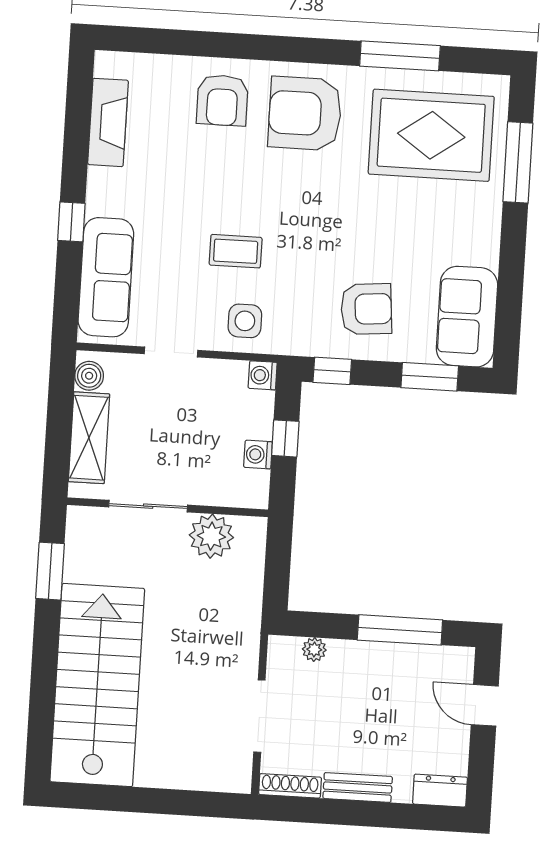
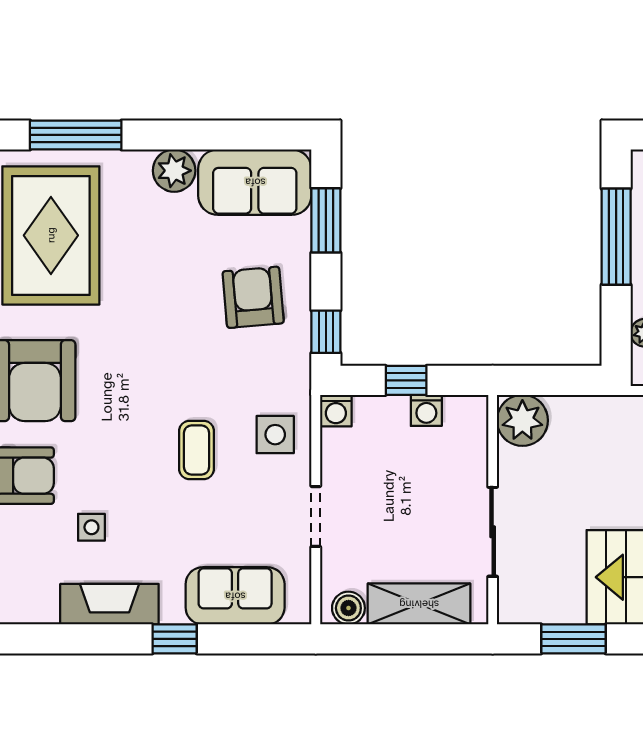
fireplace: (108, 122) -> (109, 604), moved
side table: (174, 155) -> (91, 527), added
plant: (481, 247) -> (174, 171), added
sofa: (106, 277) -> (235, 596), width x0.73
plant: (211, 536) -> (522, 420), moved

